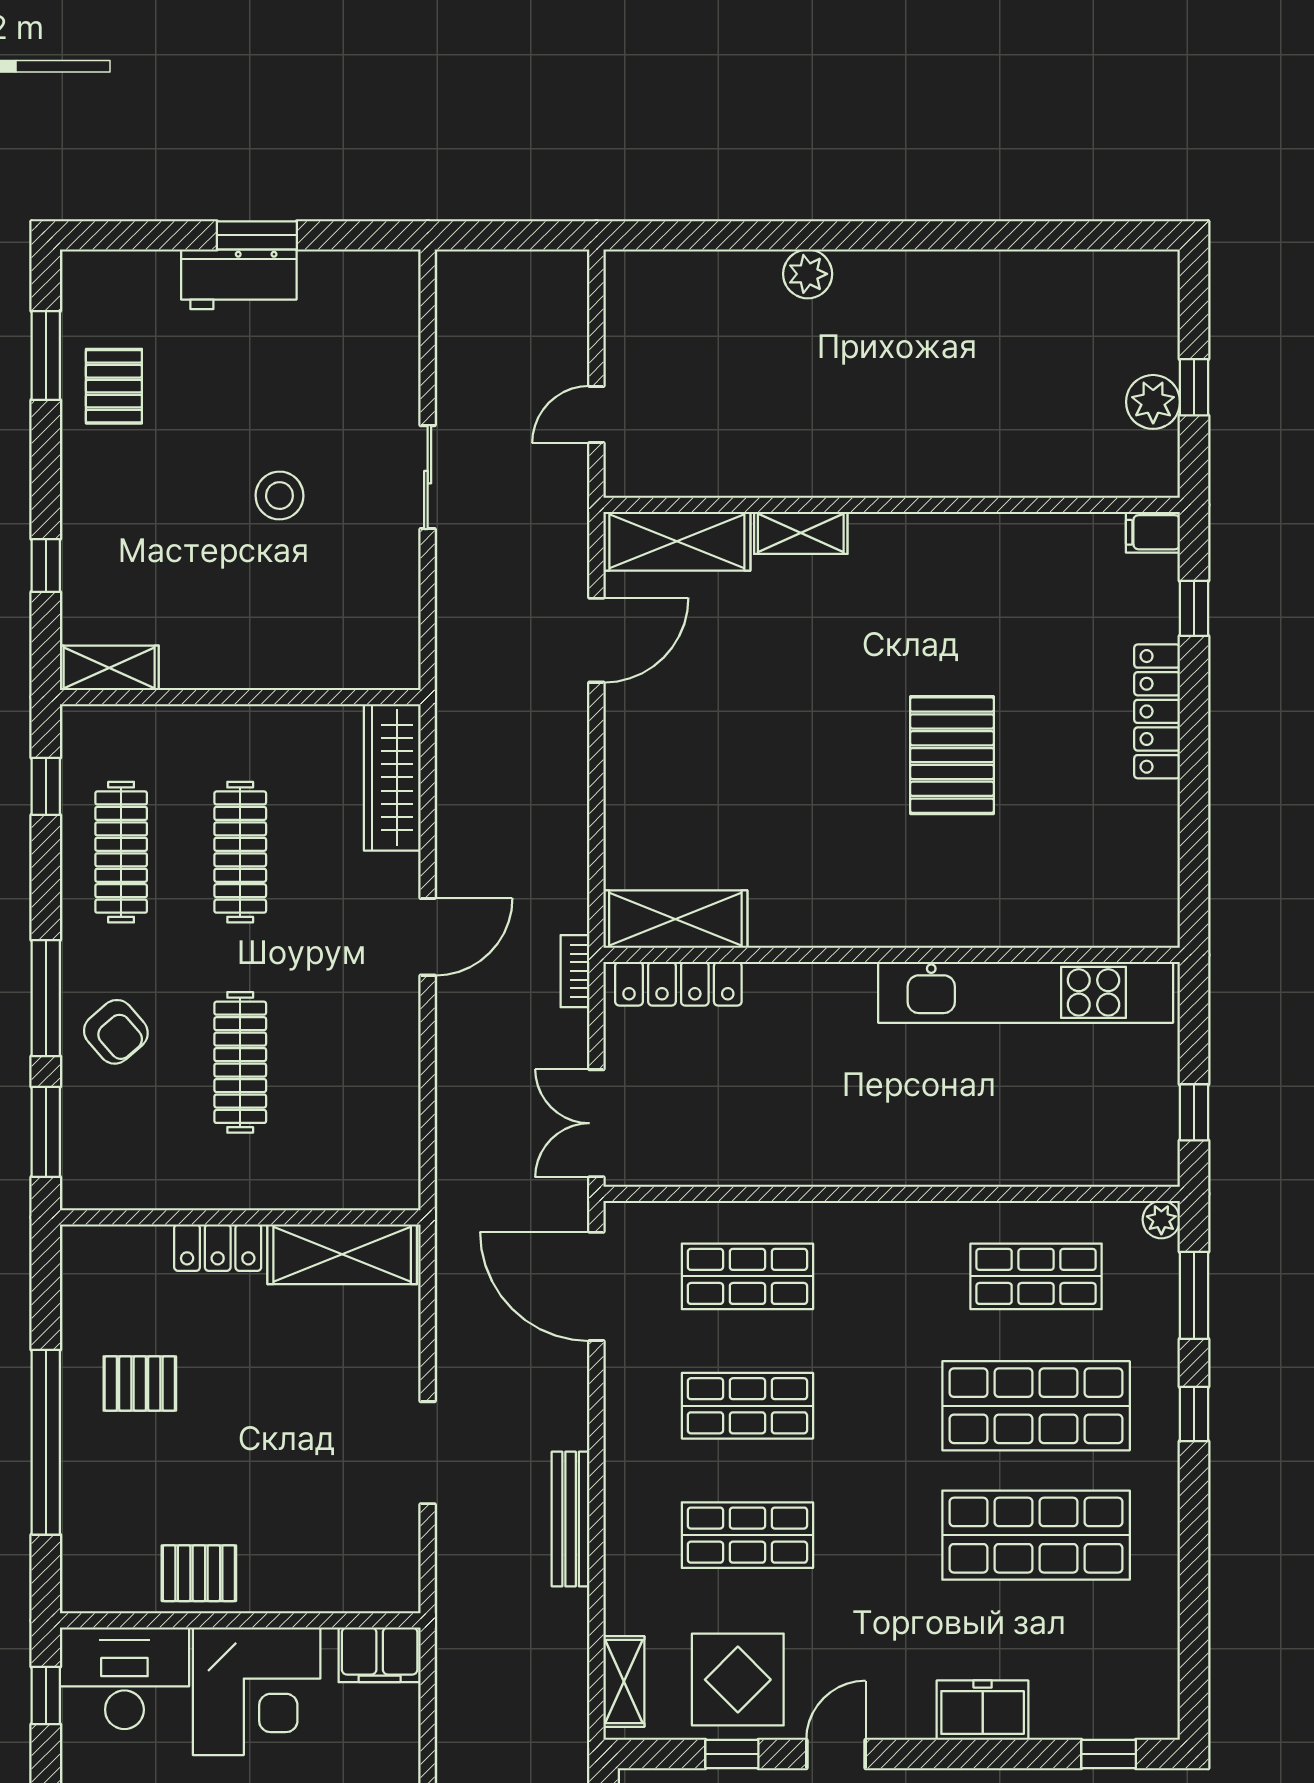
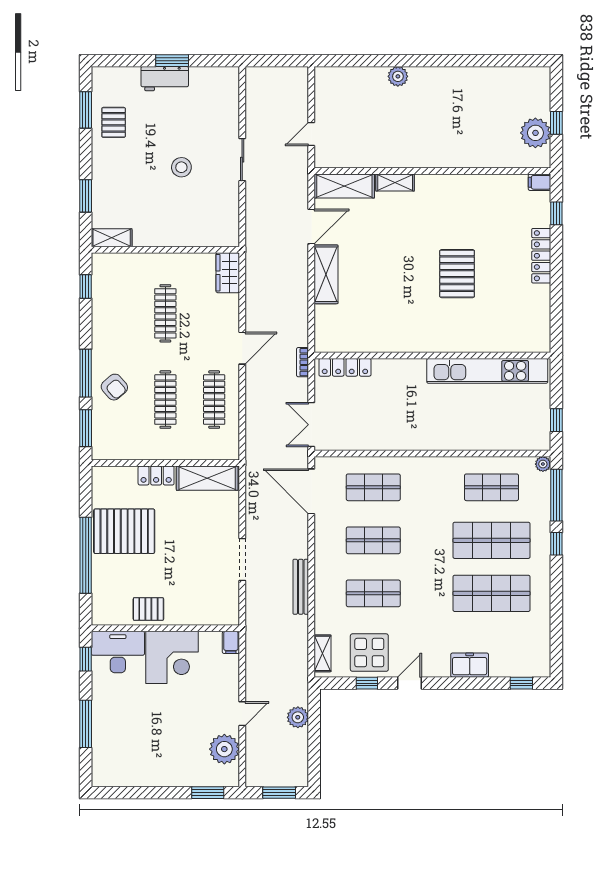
plant: (1153, 402) -> (535, 133), width x1.36, depth x1.36
window: (46, 566) -> (86, 196), width x1.50
wardrobe: (392, 777) -> (228, 273), width x0.67
clothes rail: (121, 852) -> (214, 400), moved
shelving: (675, 919) -> (326, 274), moved, turned 90
window: (1194, 1295) -> (556, 495), width x1.44
pallet: (140, 1384) -> (124, 531), width x2.05, depth x2.00
filing cabinet: (380, 1655) -> (231, 642), width x0.50

